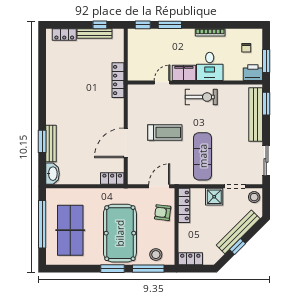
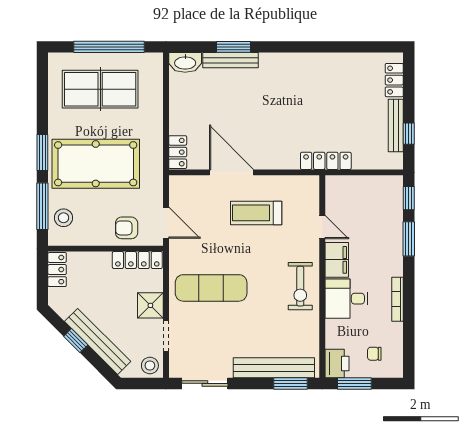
treadmill: (165, 133) -> (256, 213), moved, turned 90
armchair: (163, 213) -> (127, 228), turned -97

